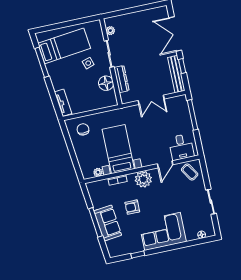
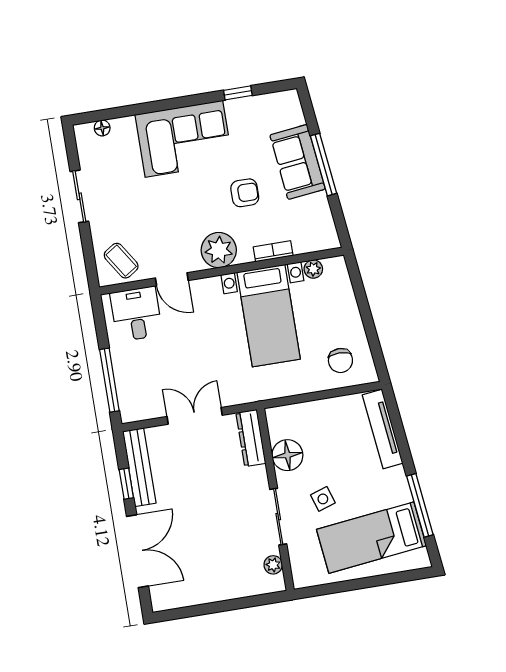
dresser: (121, 79) -> (251, 438), moved
tv unit: (63, 103) -> (383, 429), width x1.41
door: (165, 164) -> (172, 279), swing flipped

